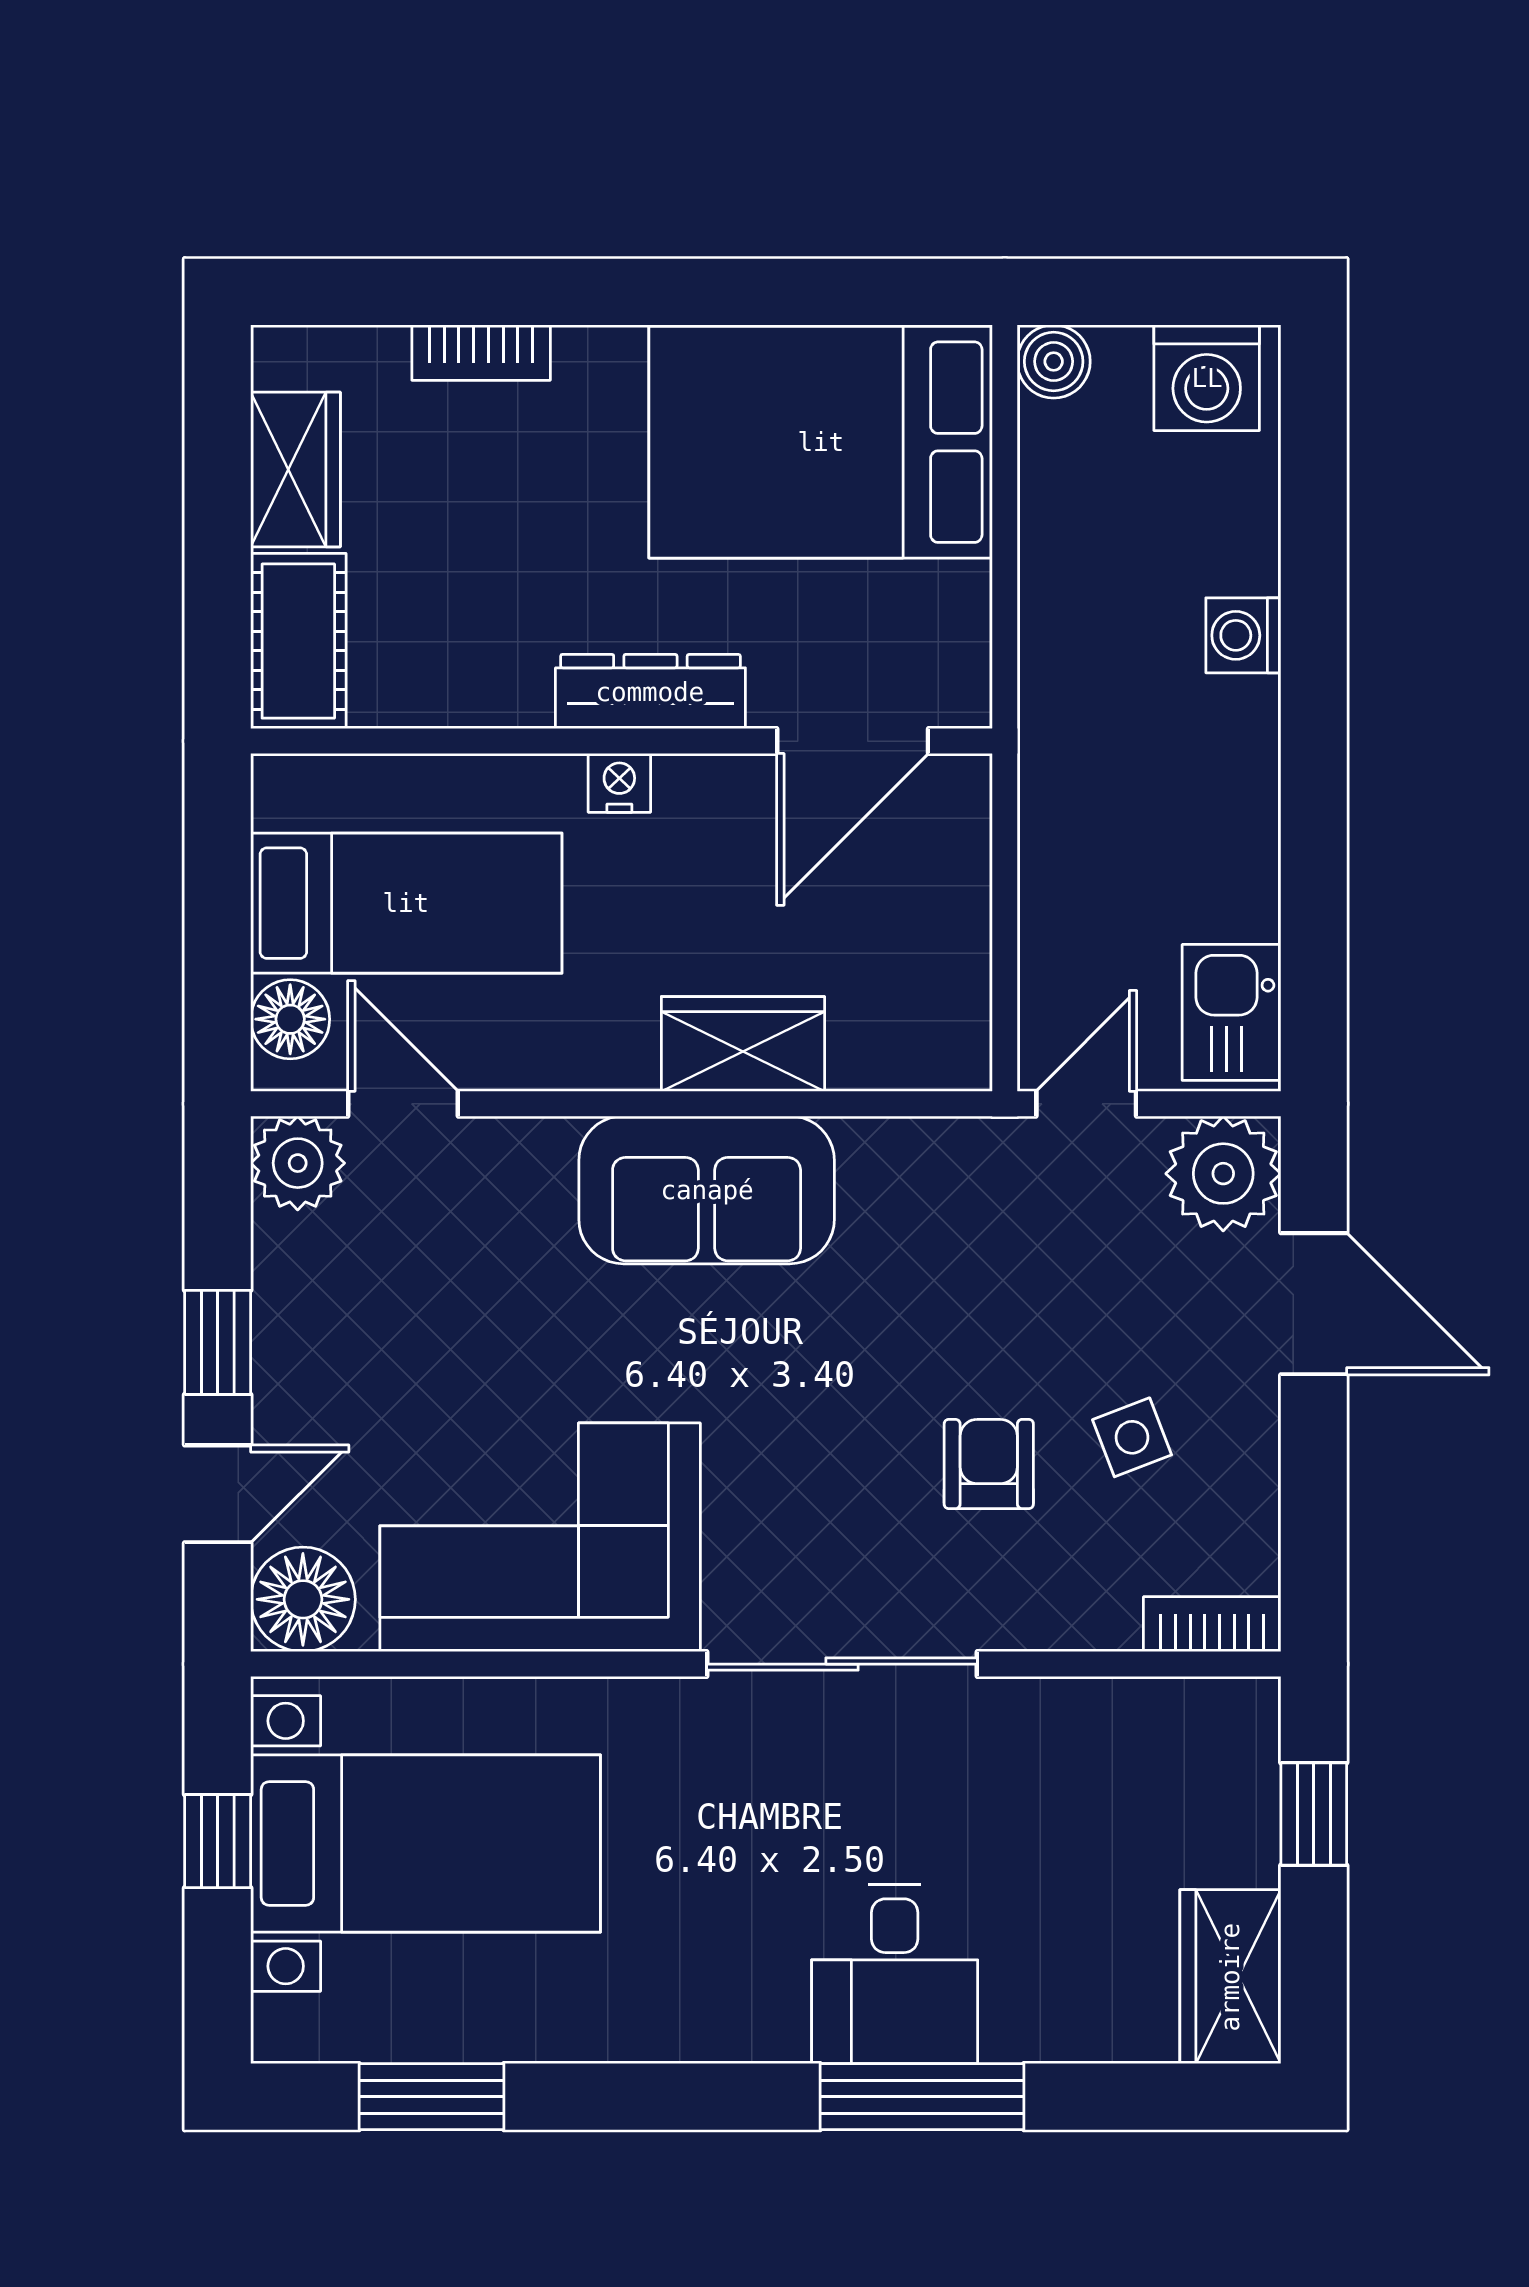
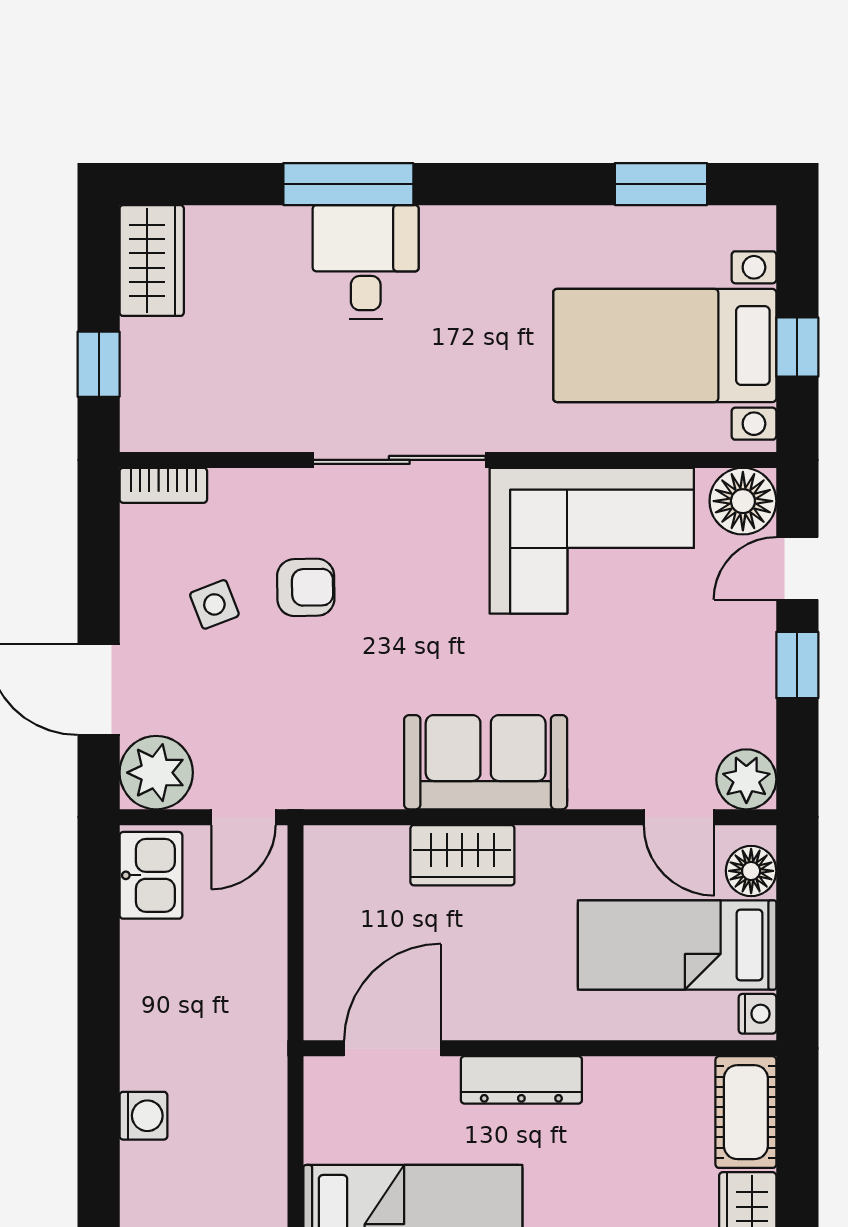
nightstand: (619, 783) -> (757, 1014), moved, turned -90
armchair: (989, 1464) -> (306, 587), turned -91

